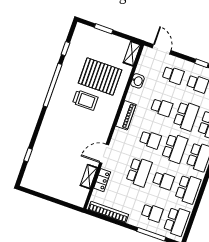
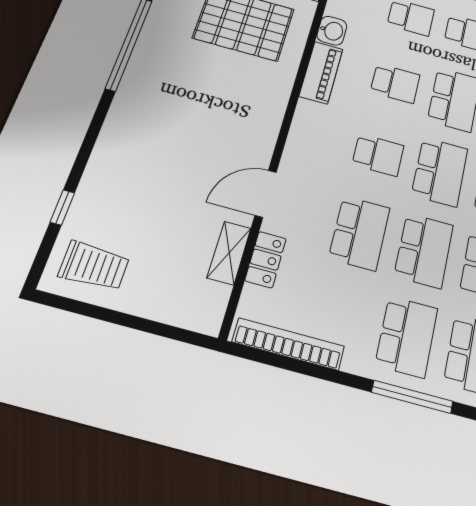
trolley: (85, 100) -> (94, 266), moved
piano: (126, 115) -> (321, 73), moved
school desk: (163, 180) -> (424, 250), width x1.85
school desk: (152, 213) -> (407, 337), width x1.85

